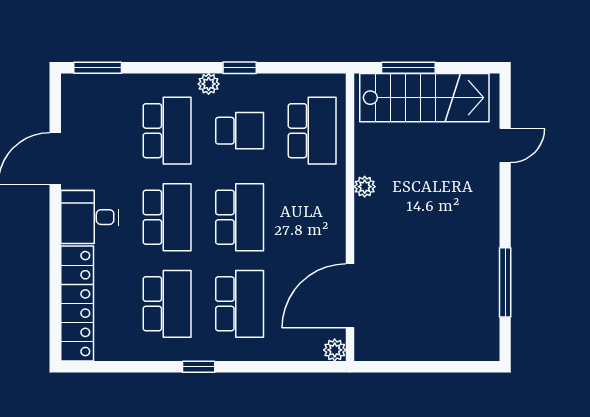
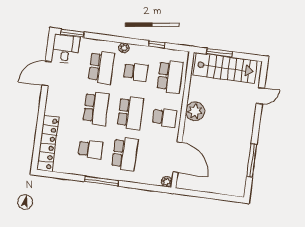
window: (240, 68) -> (157, 44), moved
plant: (365, 187) -> (195, 111), width x1.87, depth x1.87
desk: (90, 217) -> (66, 49), moved, turned 90
school desk: (312, 217) -> (165, 117), added
door: (350, 296) -> (178, 157), swing flipped
school desk: (167, 304) -> (90, 149), width x0.54
window: (199, 367) -> (101, 181), width x2.17

